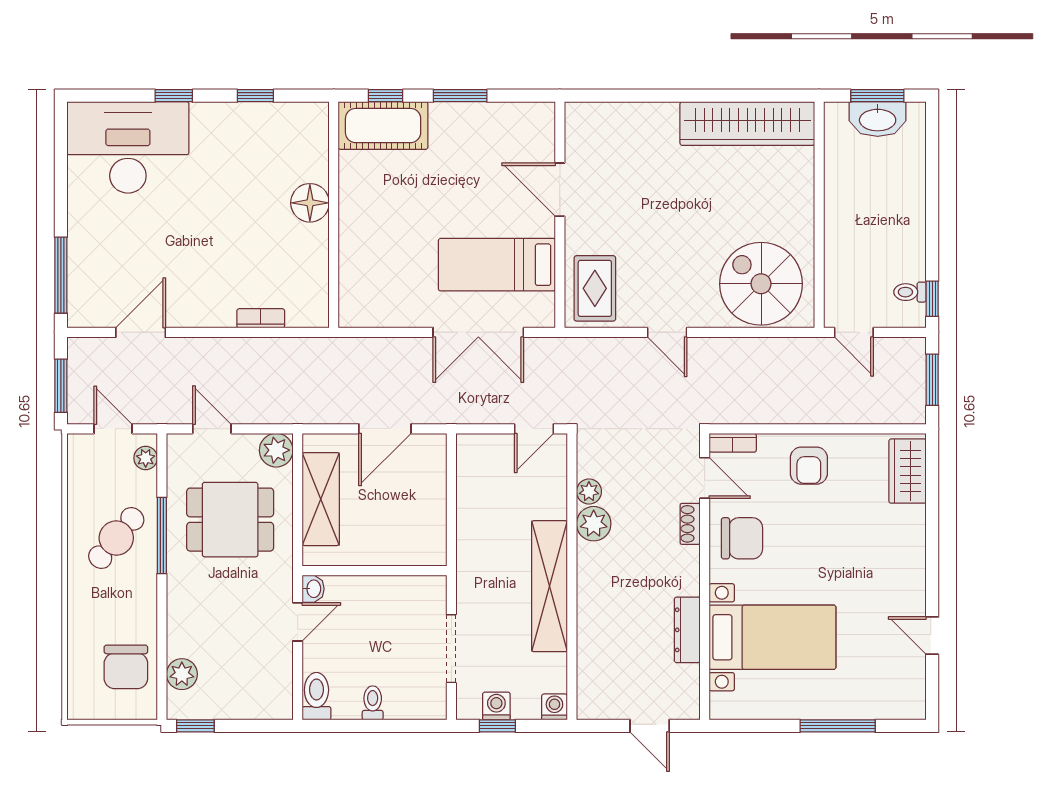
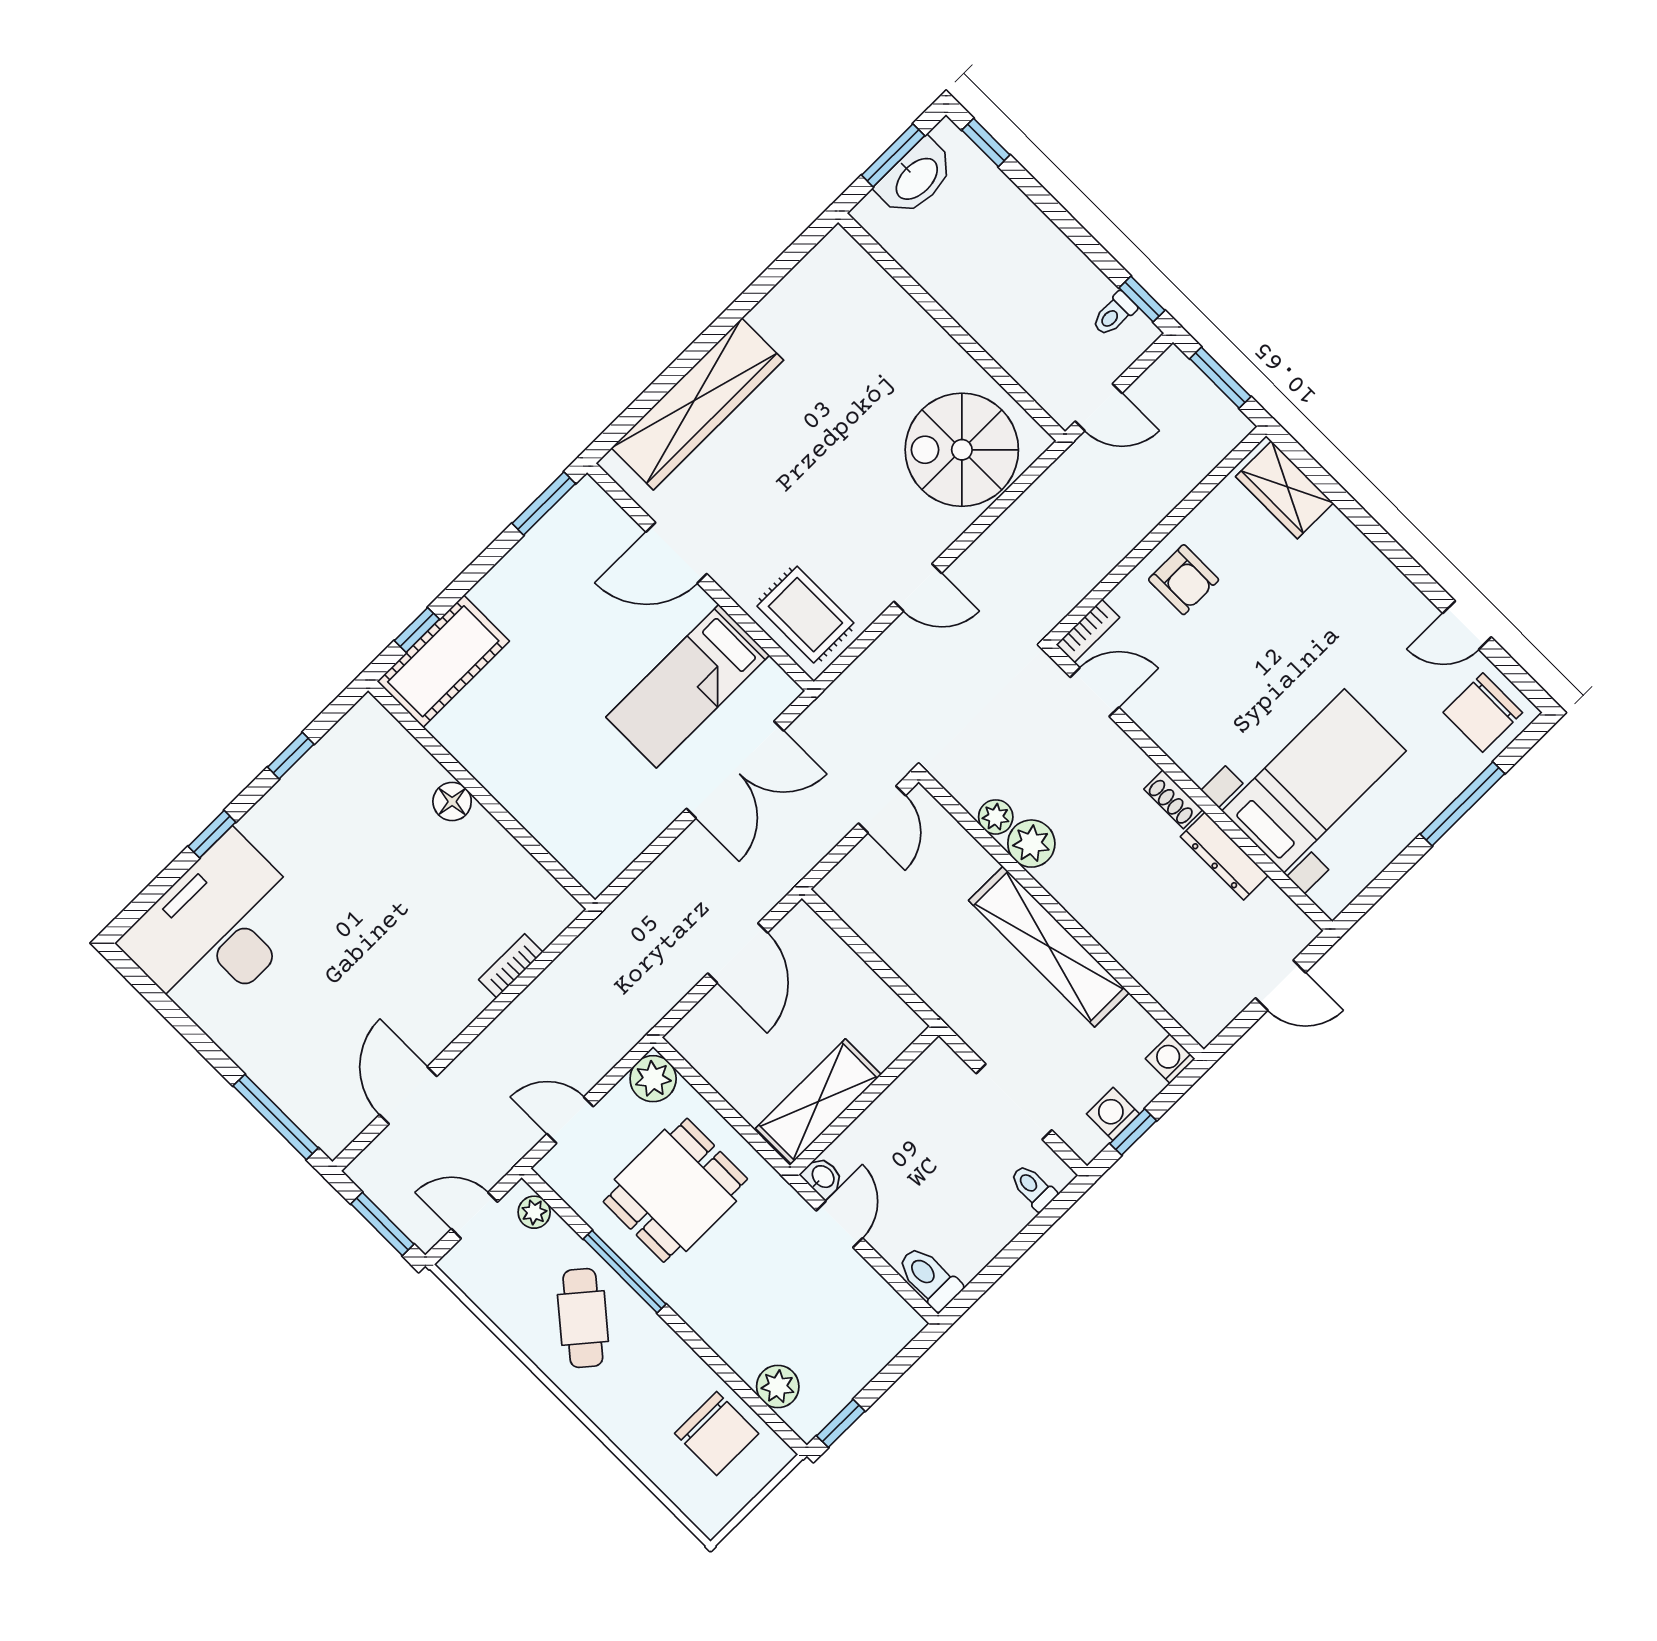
window: (460, 96) -> (544, 504), moved
wardrobe: (747, 124) -> (697, 404), moved
window: (932, 137) -> (986, 142), added
floor lamp: (310, 203) -> (452, 802), width x0.73, depth x0.73
shelving: (321, 499) -> (818, 1102), moved, turned 90
shoe rack: (690, 524) -> (1173, 799), moved
chair: (742, 538) -> (1483, 713), moved, turned 180
toilet: (373, 703) -> (1033, 1188), moved

